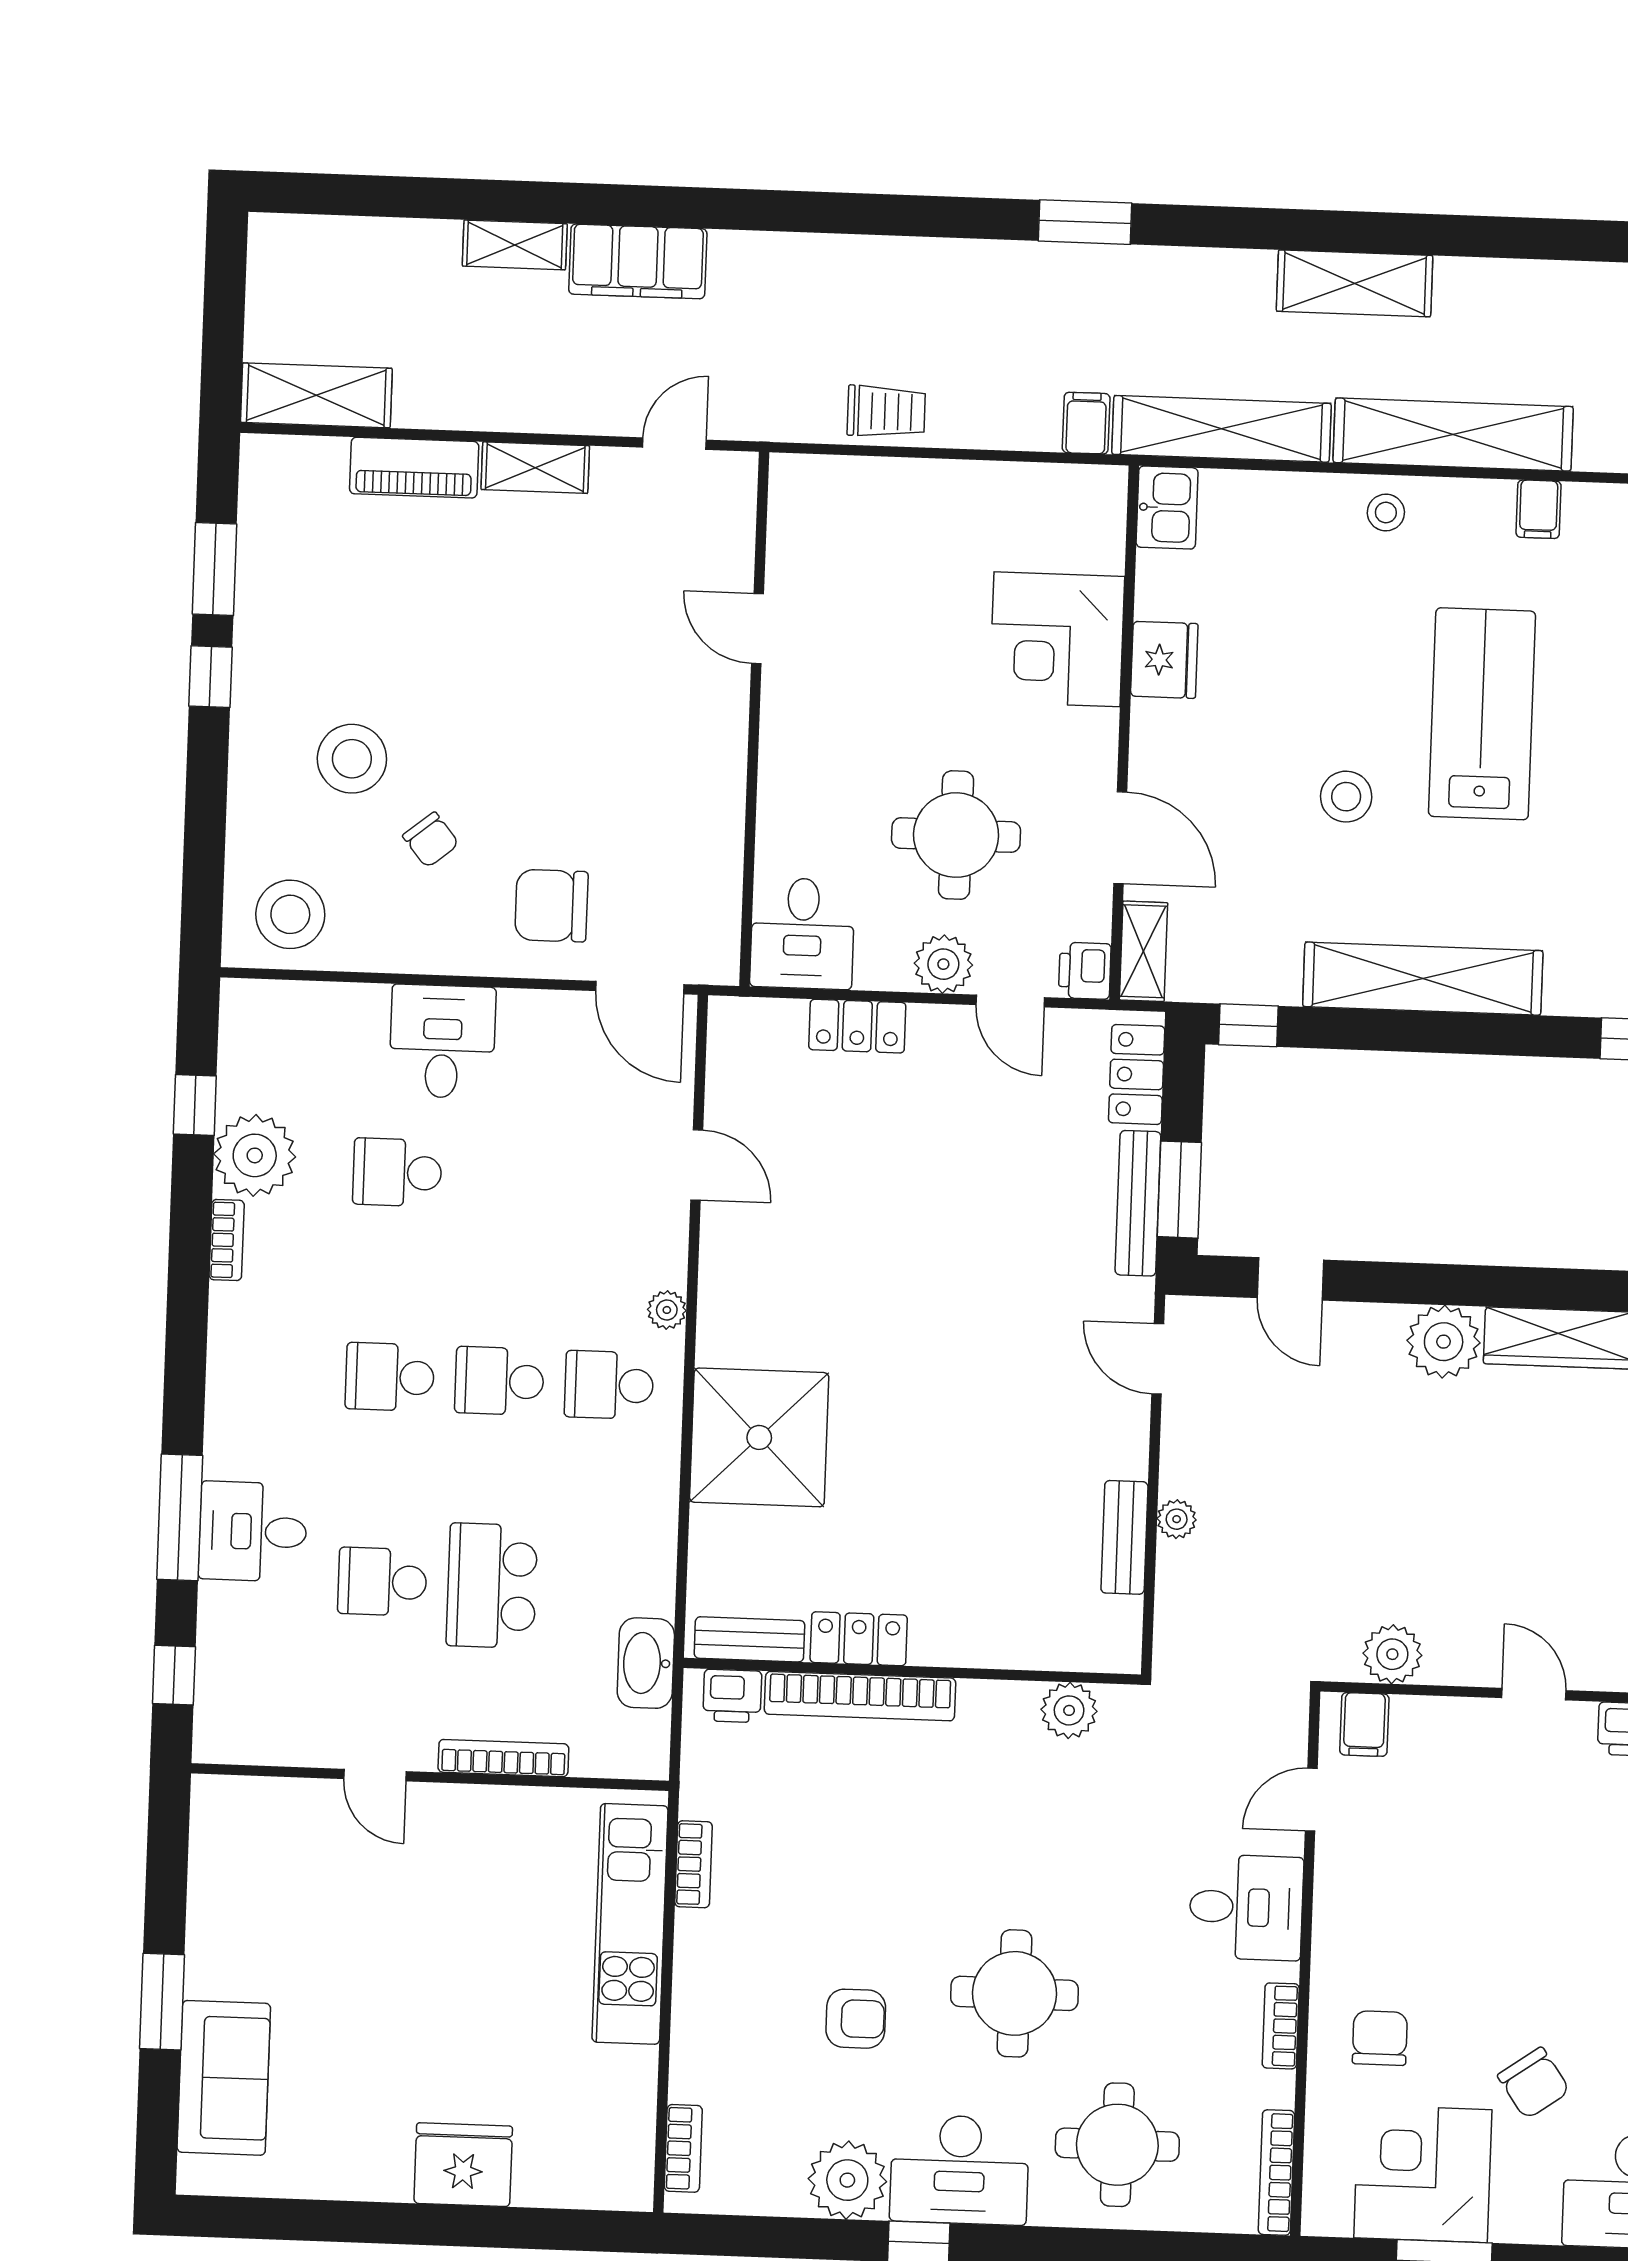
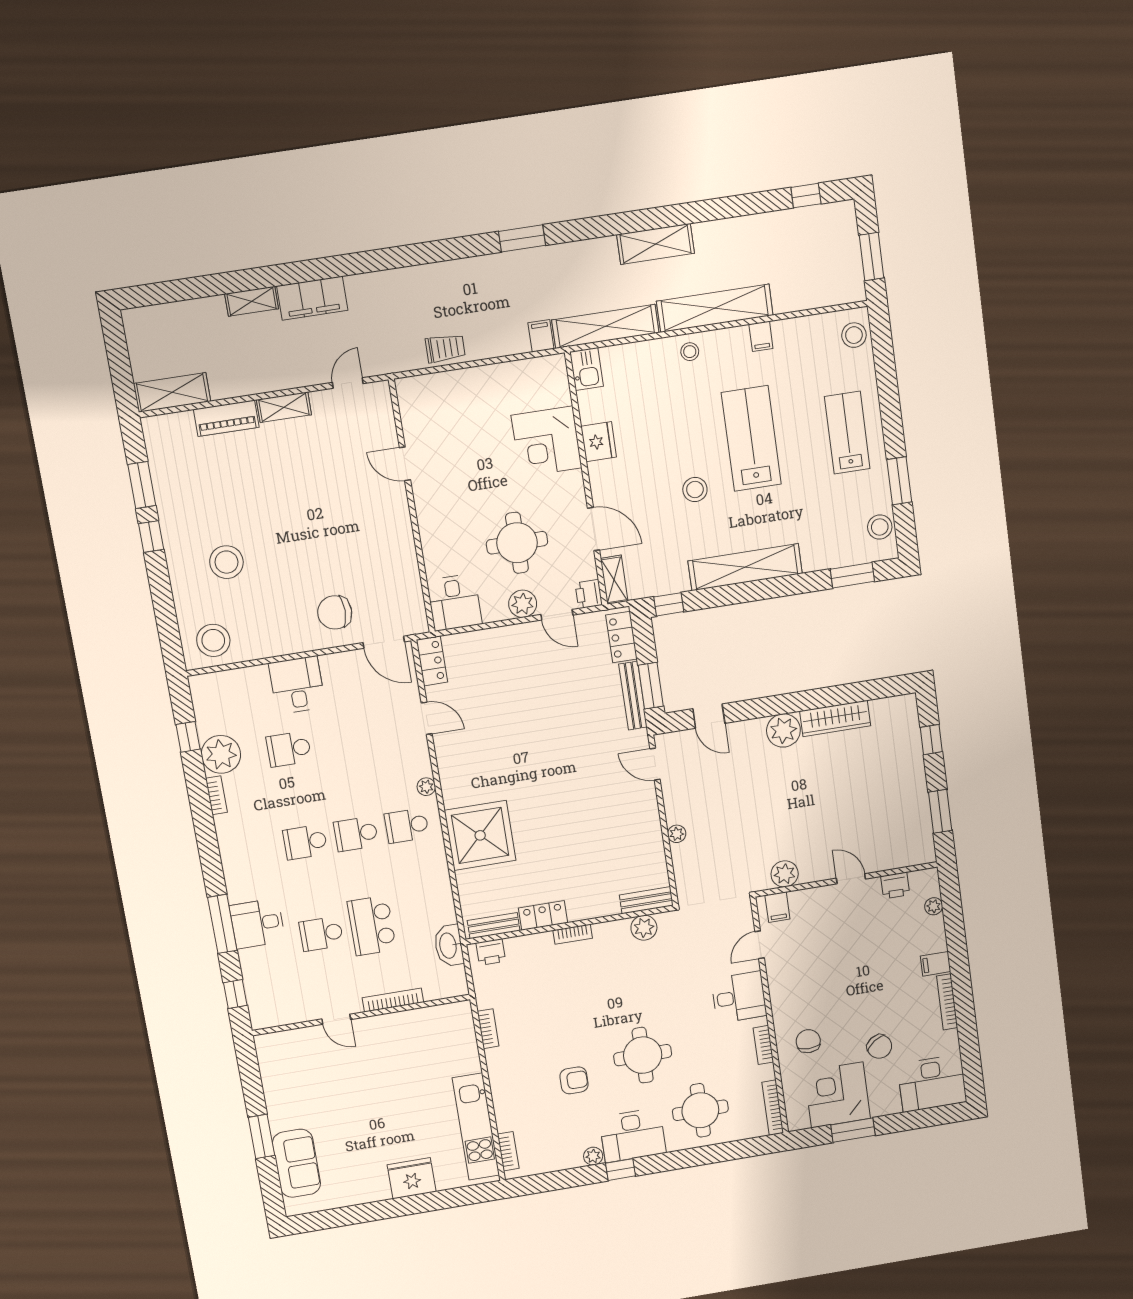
chair: (431, 840) -> (272, 593), removed
locker: (857, 1026) -> (432, 661), moved, turned -90
bench: (1124, 1537) -> (646, 900), moved, turned 90
bookcase: (860, 1696) -> (573, 934), width x0.43, depth x0.76
kitchen unit: (630, 1924) -> (476, 1127), moved
plant: (847, 2180) -> (593, 1156), width x0.53, depth x0.53

